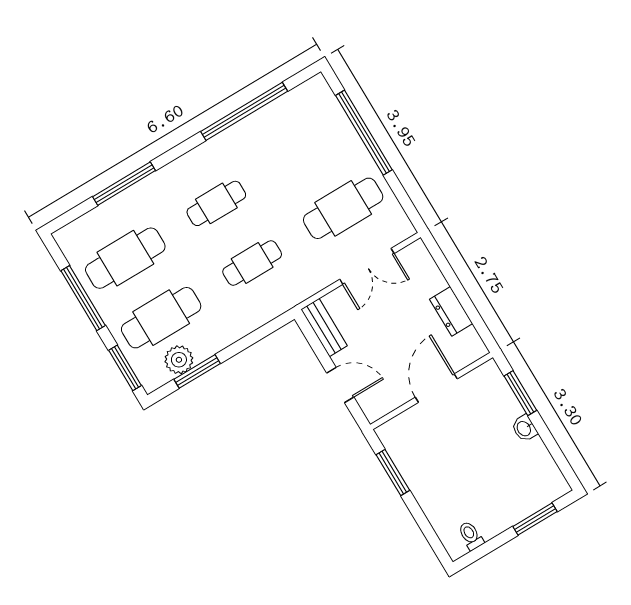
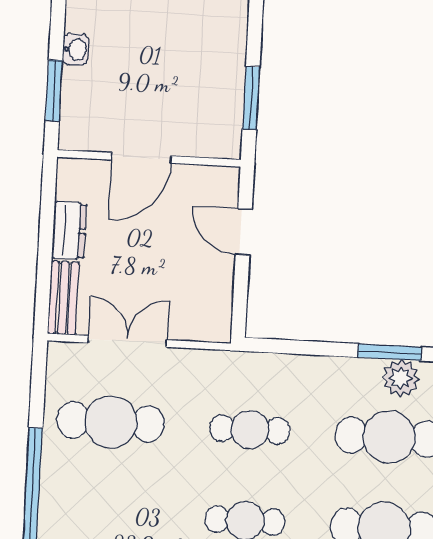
bench: (324, 328) -> (63, 298), moved

